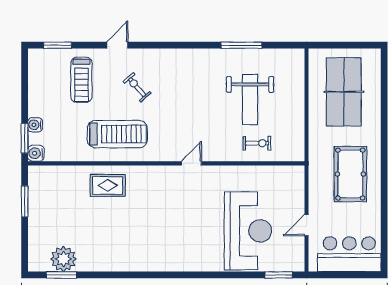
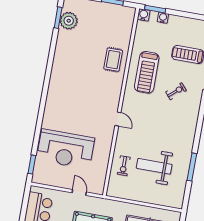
door: (307, 225) -> (79, 192), moved

